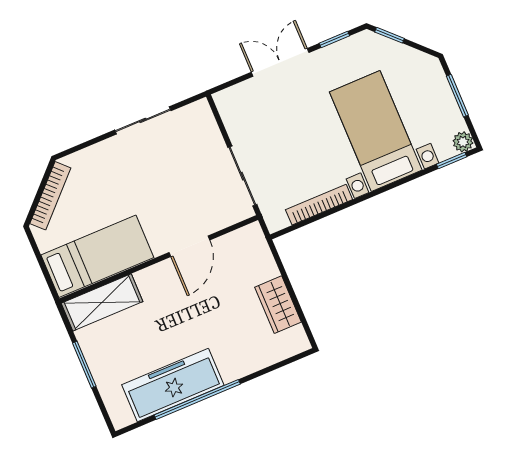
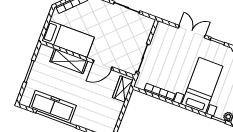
shelving: (102, 302) -> (69, 61), moved
wardrobe: (278, 305) -> (123, 89), moved

